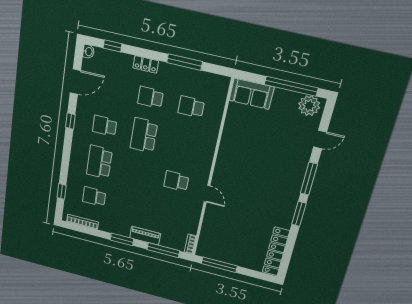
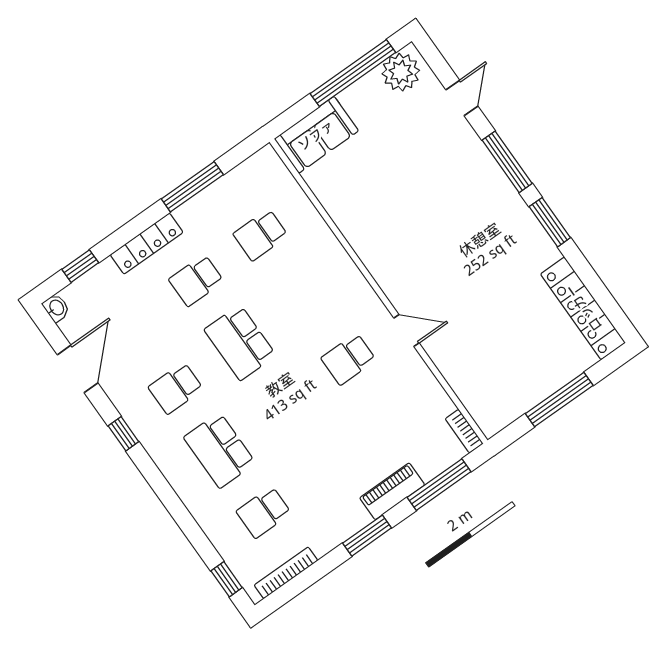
locker: (146, 64) -> (147, 244), width x1.53
window: (62, 191) -> (227, 579), moved
window: (219, 265) -> (559, 399), moved

